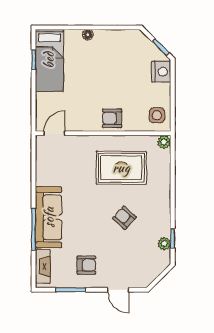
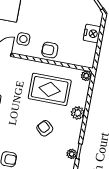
nightstand: (161, 72) -> (92, 33), moved
side table: (157, 115) -> (23, 39), moved
plant: (162, 191) -> (78, 113), added

